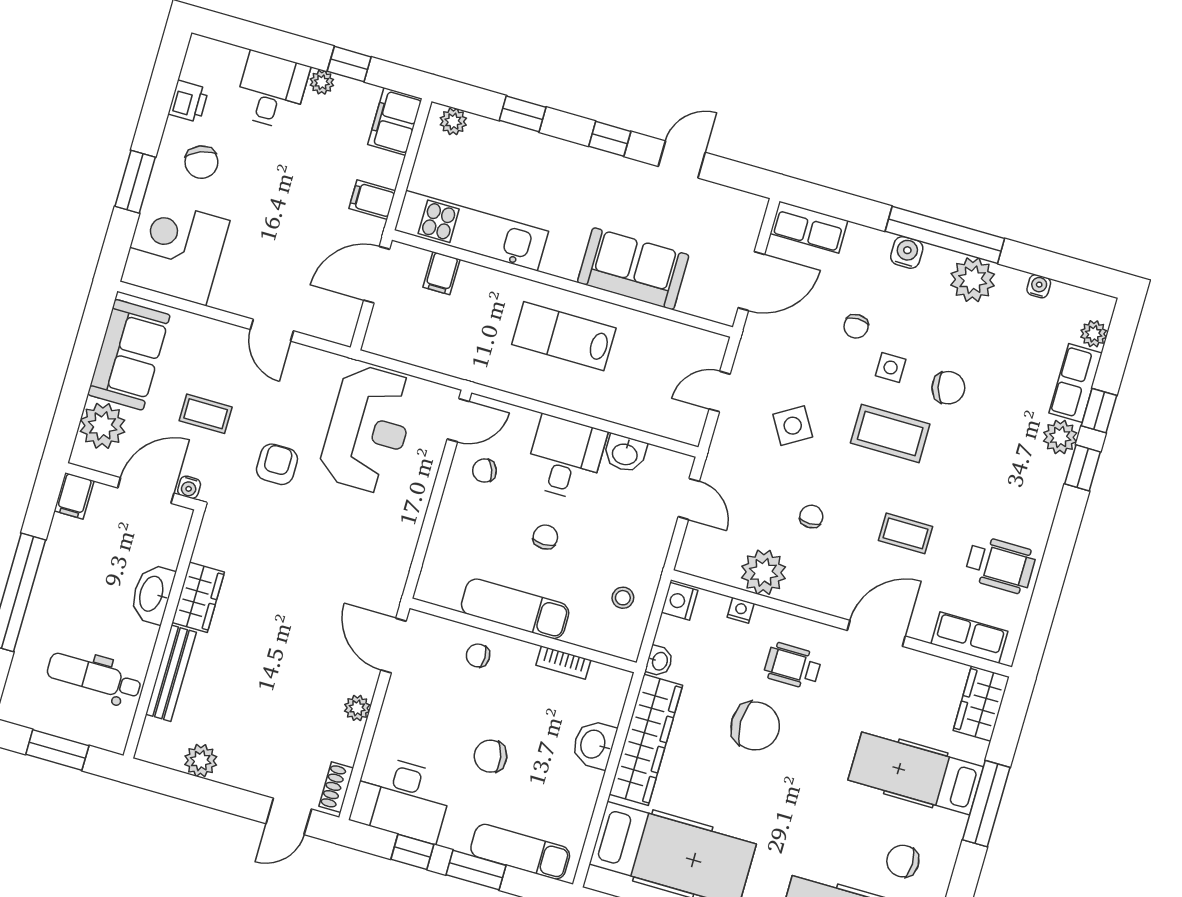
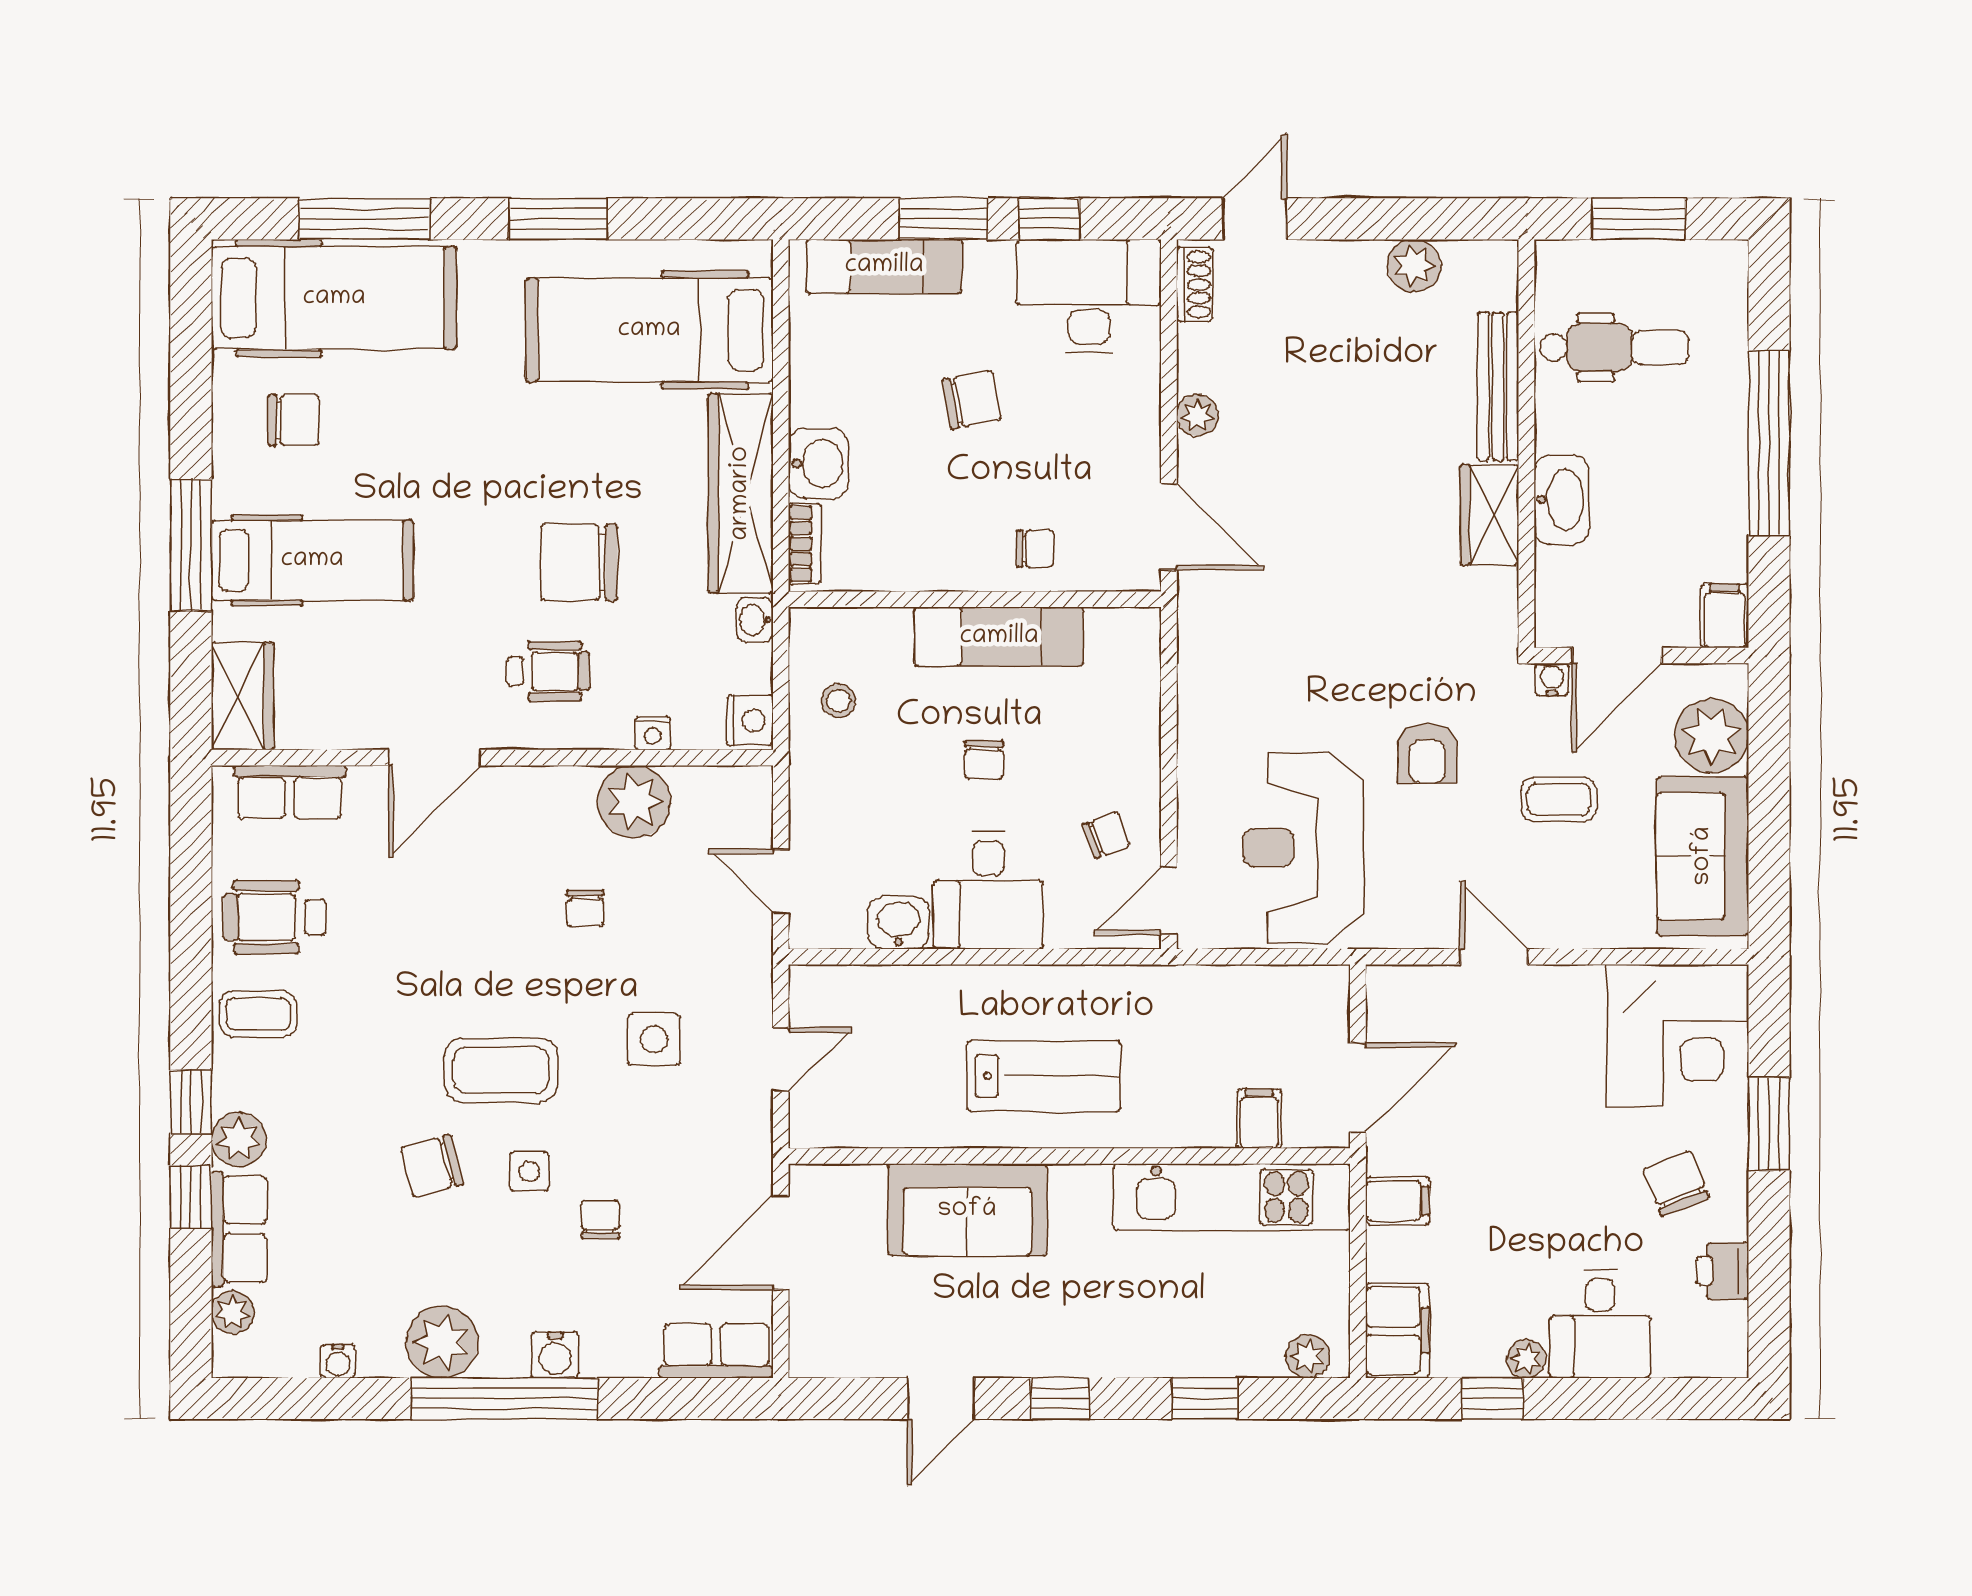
side table: (793, 426) -> (654, 1039), turned 31
coffee table: (905, 533) -> (258, 1014), moved
bookcase: (563, 663) -> (805, 544), moved, turned 90

